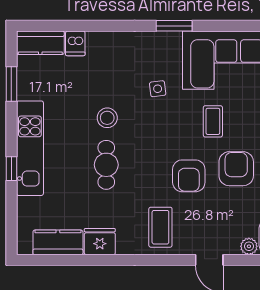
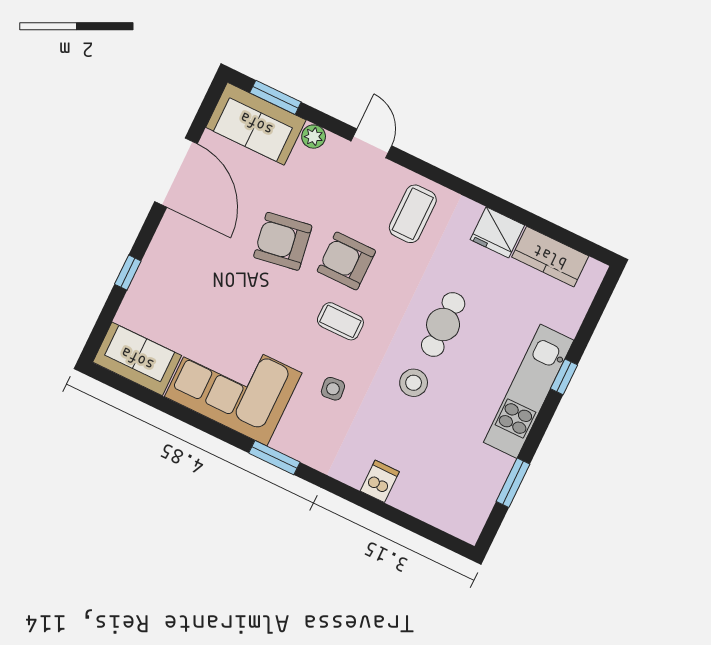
kitchen counter: (40, 43) -> (452, 517), removed
dishwasher: (75, 43) -> (380, 481), moved
coffee table: (213, 121) -> (340, 321), moved, turned 90
armchair: (236, 169) -> (283, 241), turned 81
armchair: (189, 176) -> (346, 261), turned -90

